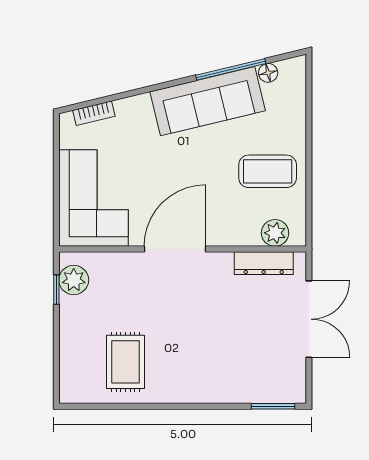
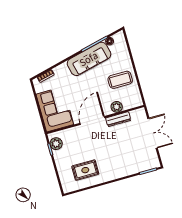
plant: (275, 233) -> (117, 107), moved
dresser: (264, 263) -> (118, 119), moved
rug: (126, 362) -> (85, 170), turned 90

